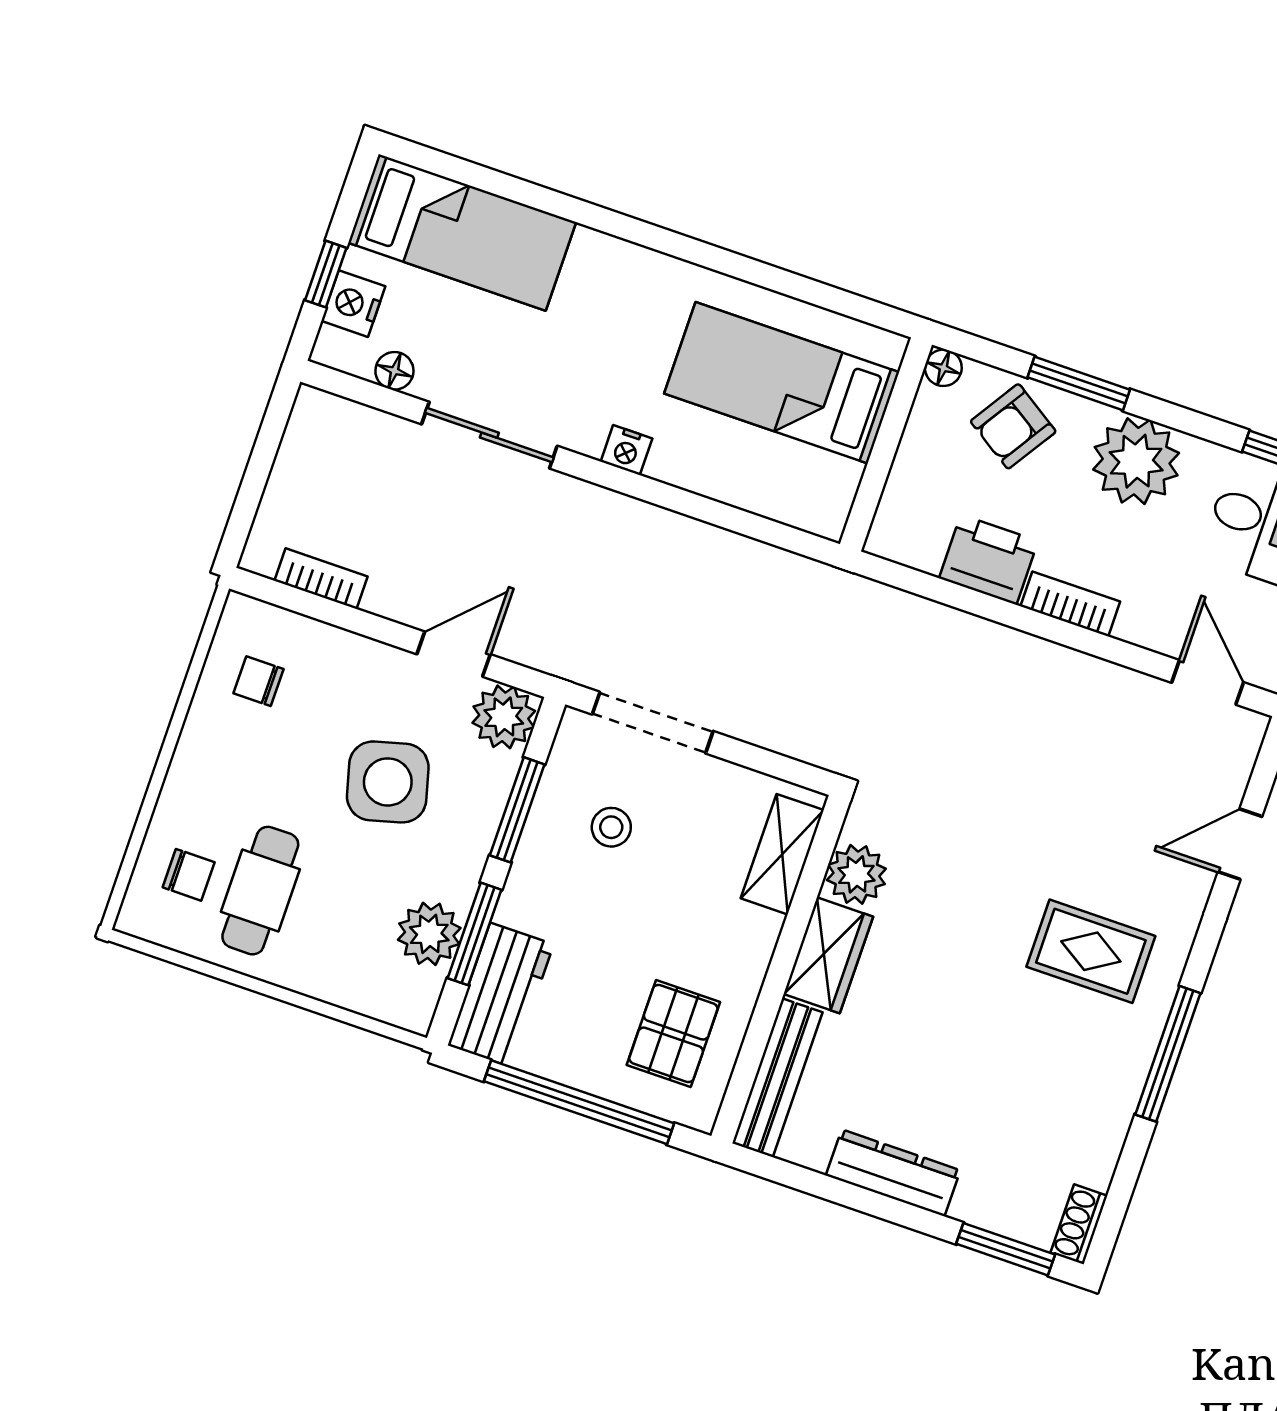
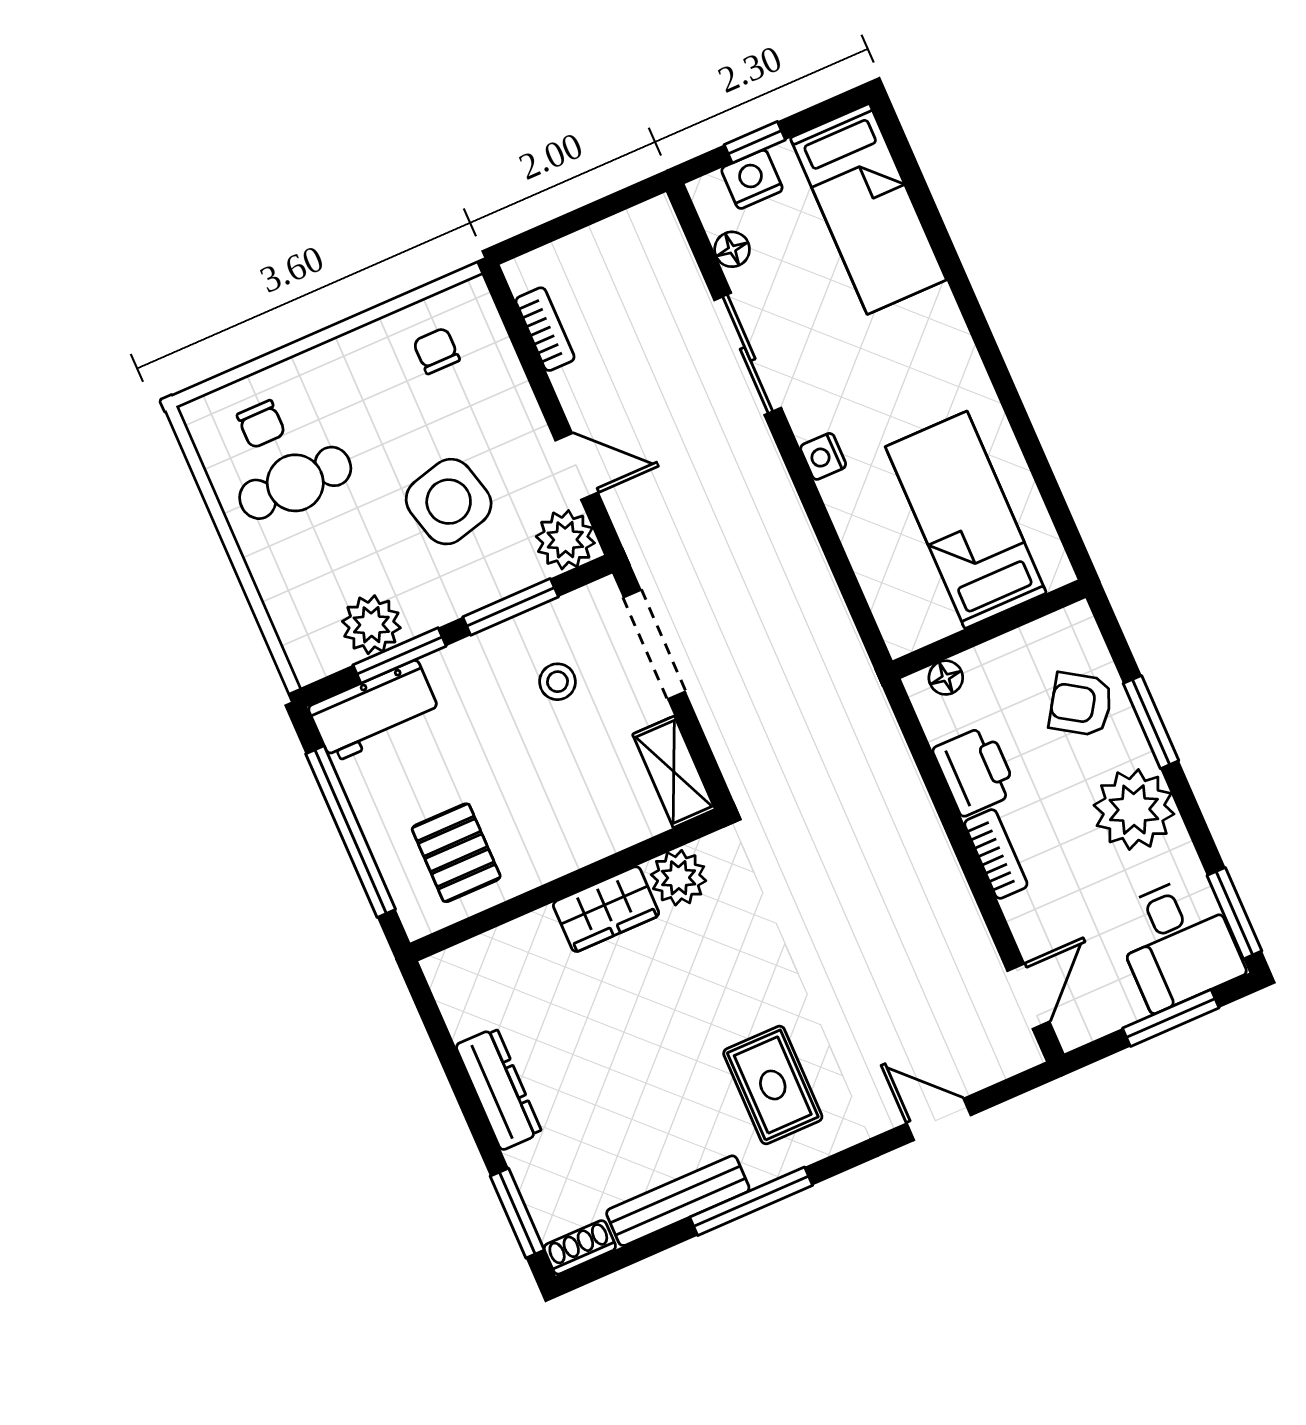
floor lamp: (943, 368) -> (946, 678), moved
shelving: (782, 854) -> (674, 772), moved, turned 90
pallet: (673, 1034) -> (456, 853), turned 90
bench: (777, 1078) -> (678, 1201), moved

